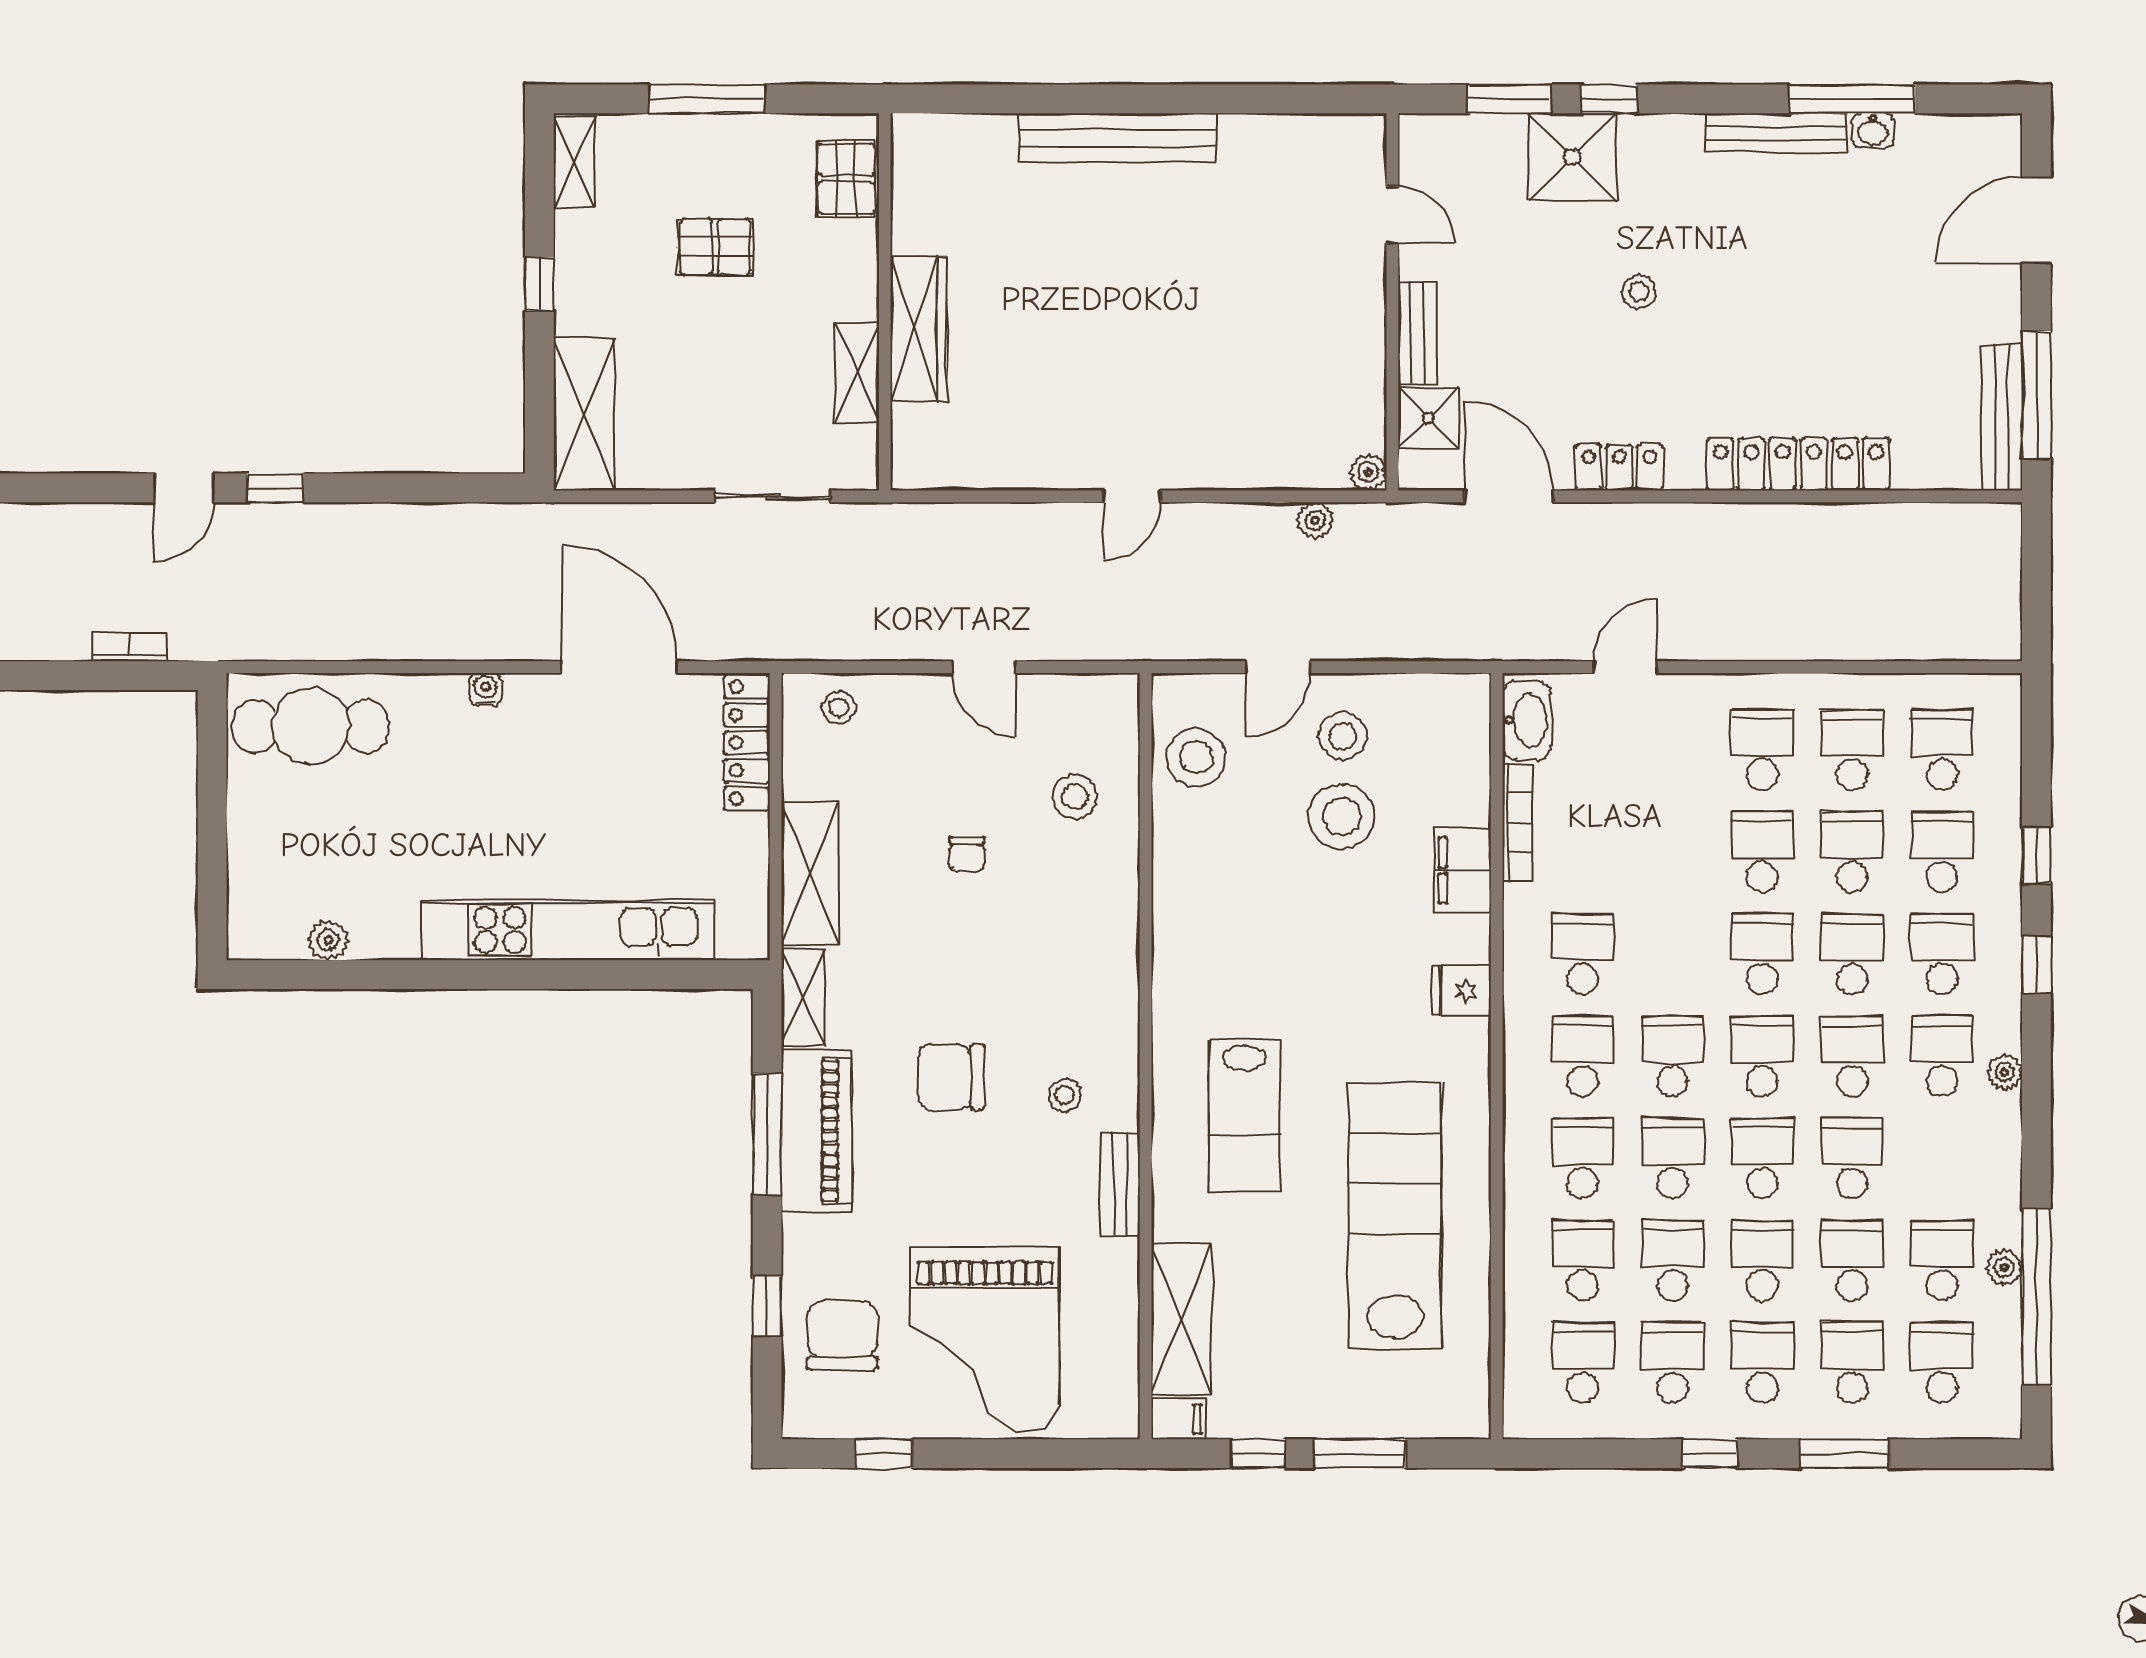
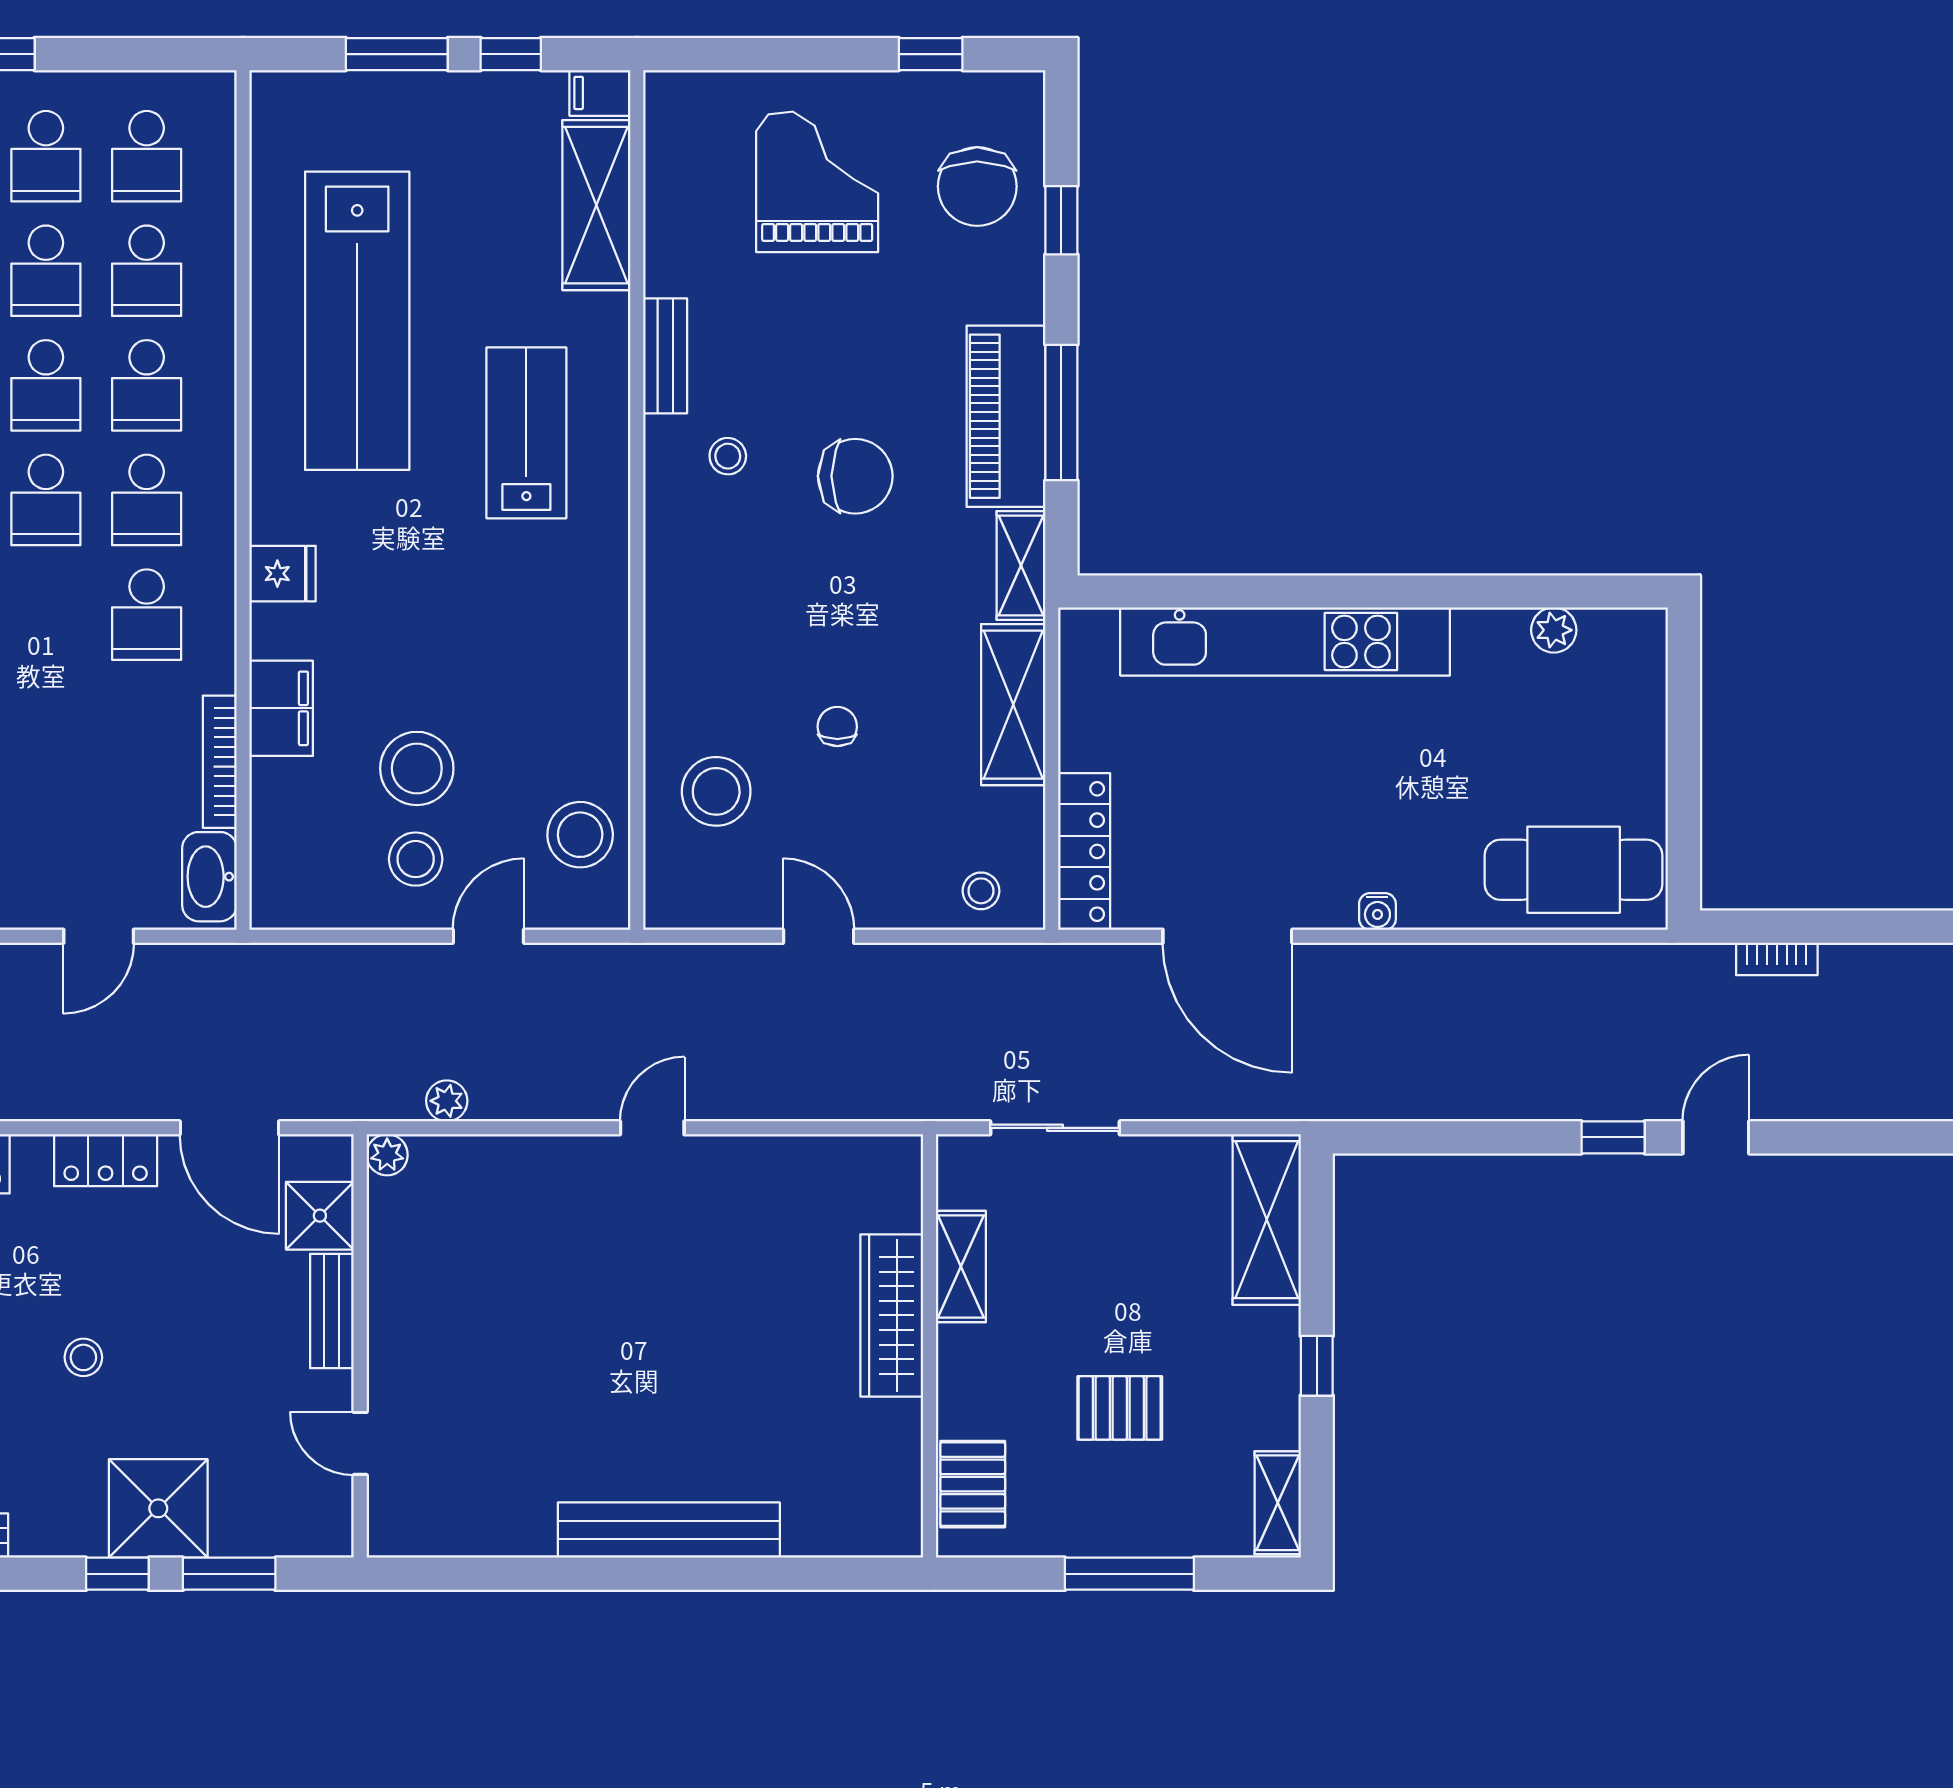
stool: (1075, 796) -> (716, 791), width x1.38, depth x1.38
grand piano: (985, 1340) -> (817, 182), width x0.73, depth x0.68

